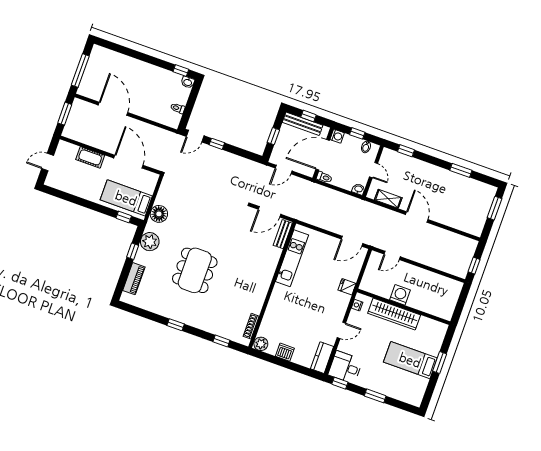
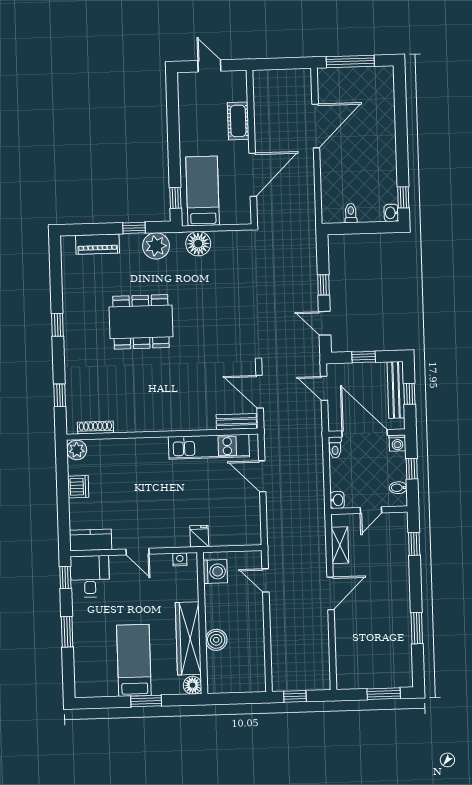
window: (65, 114) -> (284, 64), removed
door: (195, 136) -> (325, 323), moved
door: (352, 241) -> (262, 476), moved
washing machine: (400, 295) -> (215, 572), moved
boiler: (418, 302) -> (216, 640), added
wardrobe: (394, 314) -> (188, 638), moved
floor lamp: (441, 329) -> (192, 685), added

